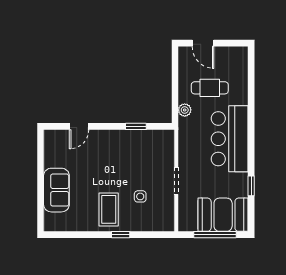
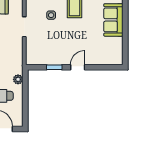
door: (79, 126) -> (78, 67), moved

